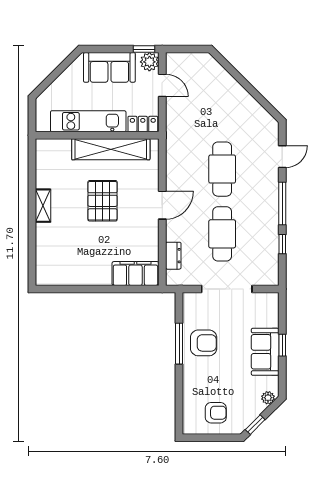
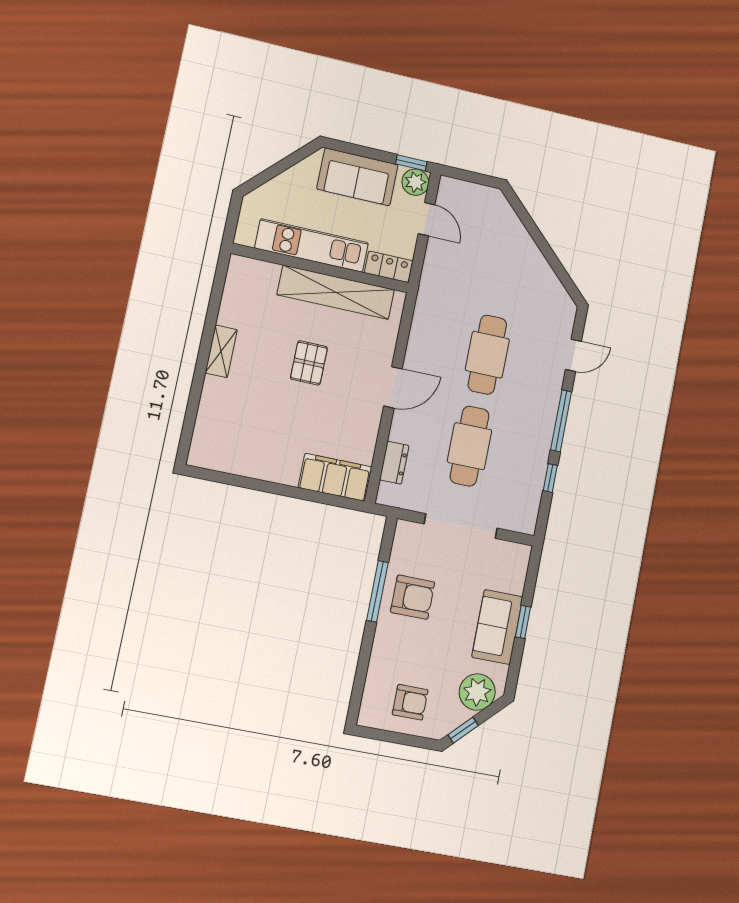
pallet: (103, 201) -> (309, 363), width x0.67, depth x0.71
plant: (268, 398) -> (477, 692), width x1.88, depth x1.88

